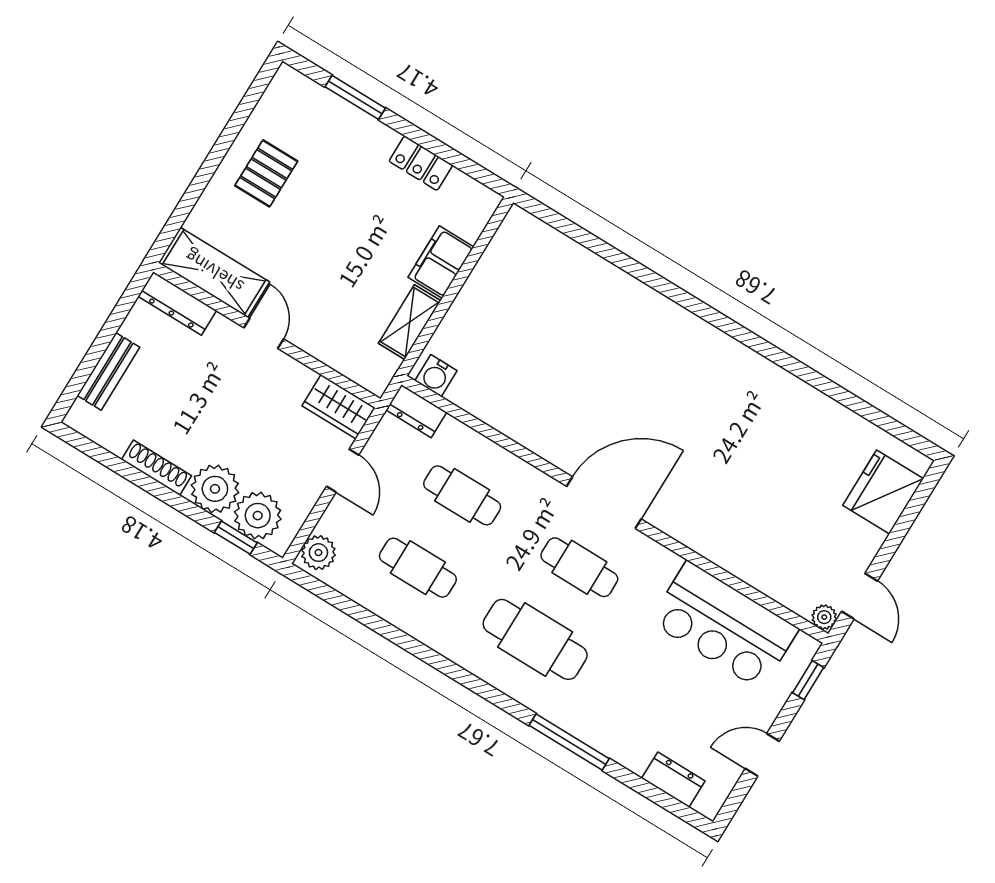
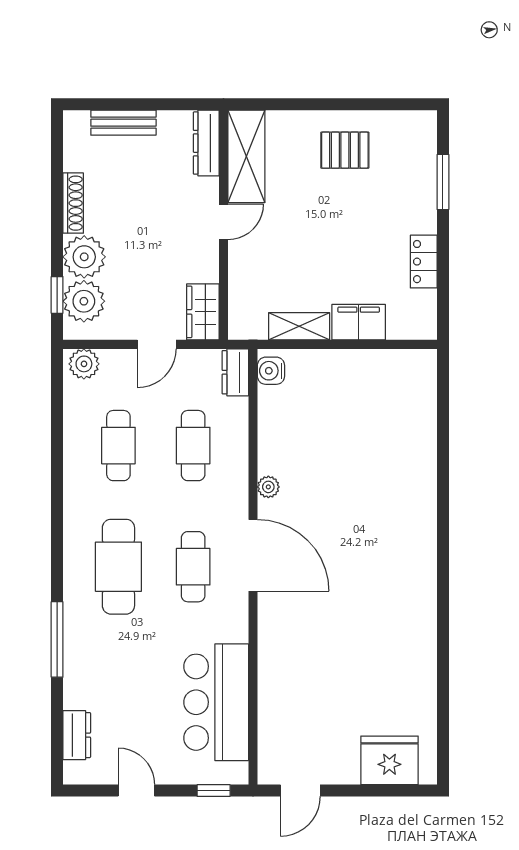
plant: (824, 617) -> (268, 487), moved

